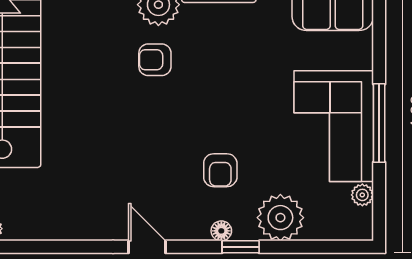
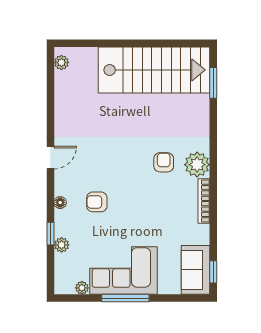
plant: (280, 218) -> (62, 245), width x0.53, depth x0.53
window: (241, 247) -> (50, 234), moved

